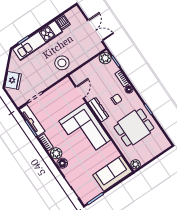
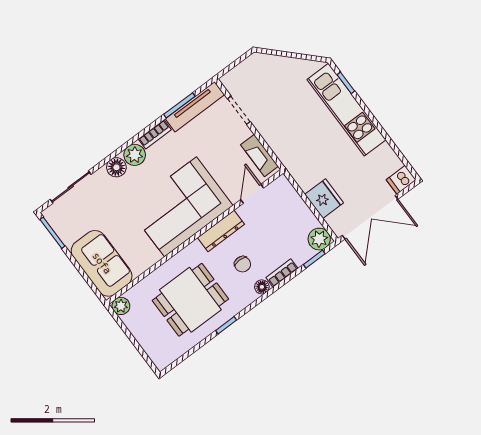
dishwasher: (63, 22) -> (401, 180), moved
double door: (95, 31) -> (370, 217), width x1.37
stool: (62, 63) -> (306, 158), removed
fridge: (13, 80) -> (324, 199), moved, turned -135
fireplace: (60, 87) -> (259, 155), added
door: (80, 92) -> (252, 194), swing flipped
dining table: (134, 127) -> (190, 300), turned 90

